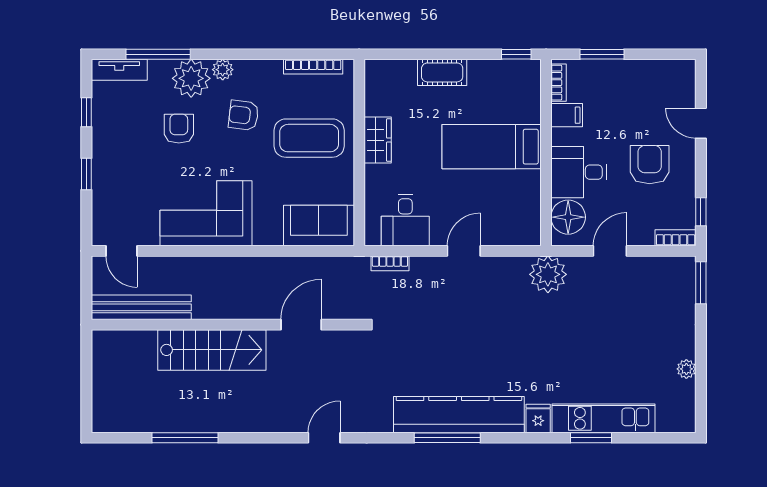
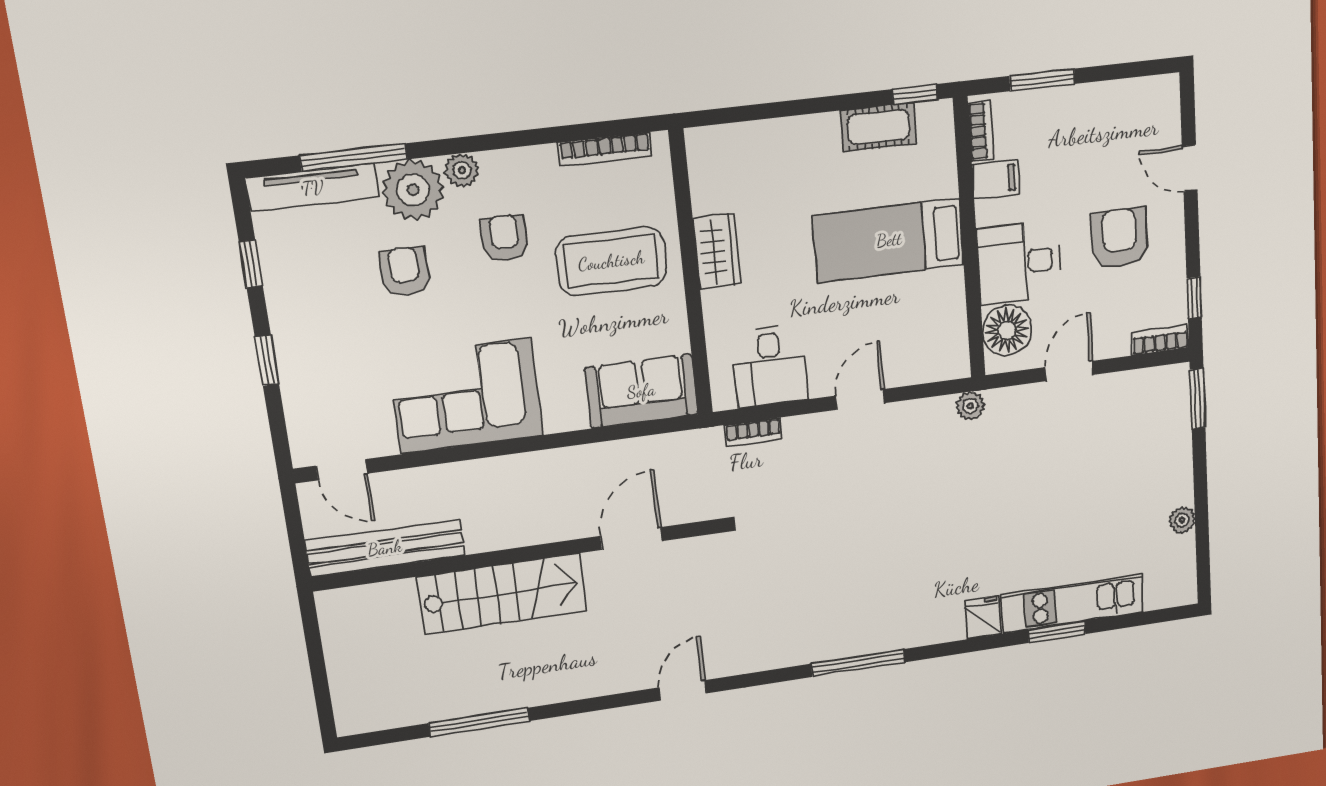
tv unit: (119, 70) -> (313, 188), width x1.41
cot: (442, 72) -> (878, 127), moved
armchair: (244, 115) -> (505, 238), turned 83
plant: (548, 274) -> (970, 406), width x0.53, depth x0.53
kitchen counter: (459, 415) -> (872, 629), removed

